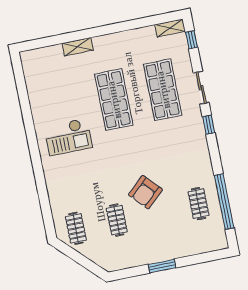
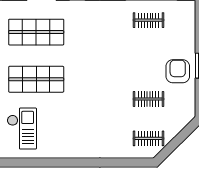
checkout: (68, 137) -> (22, 129), moved
armchair: (146, 192) -> (178, 71), moved, turned -137

